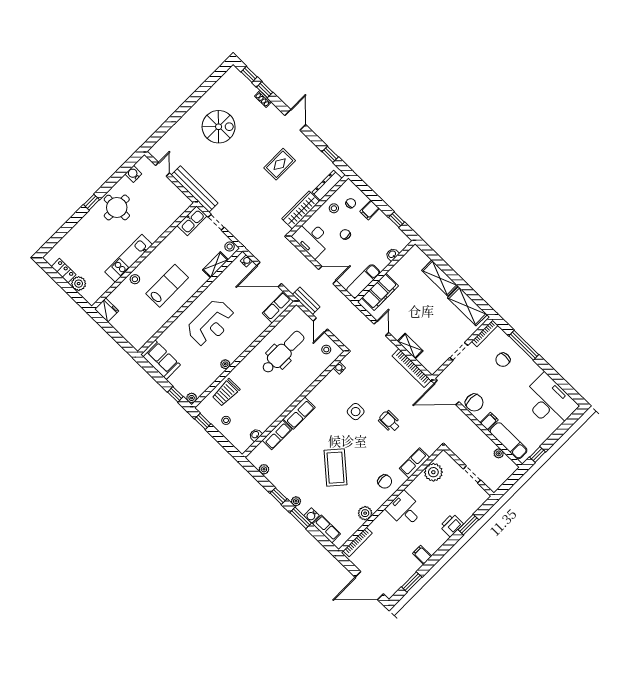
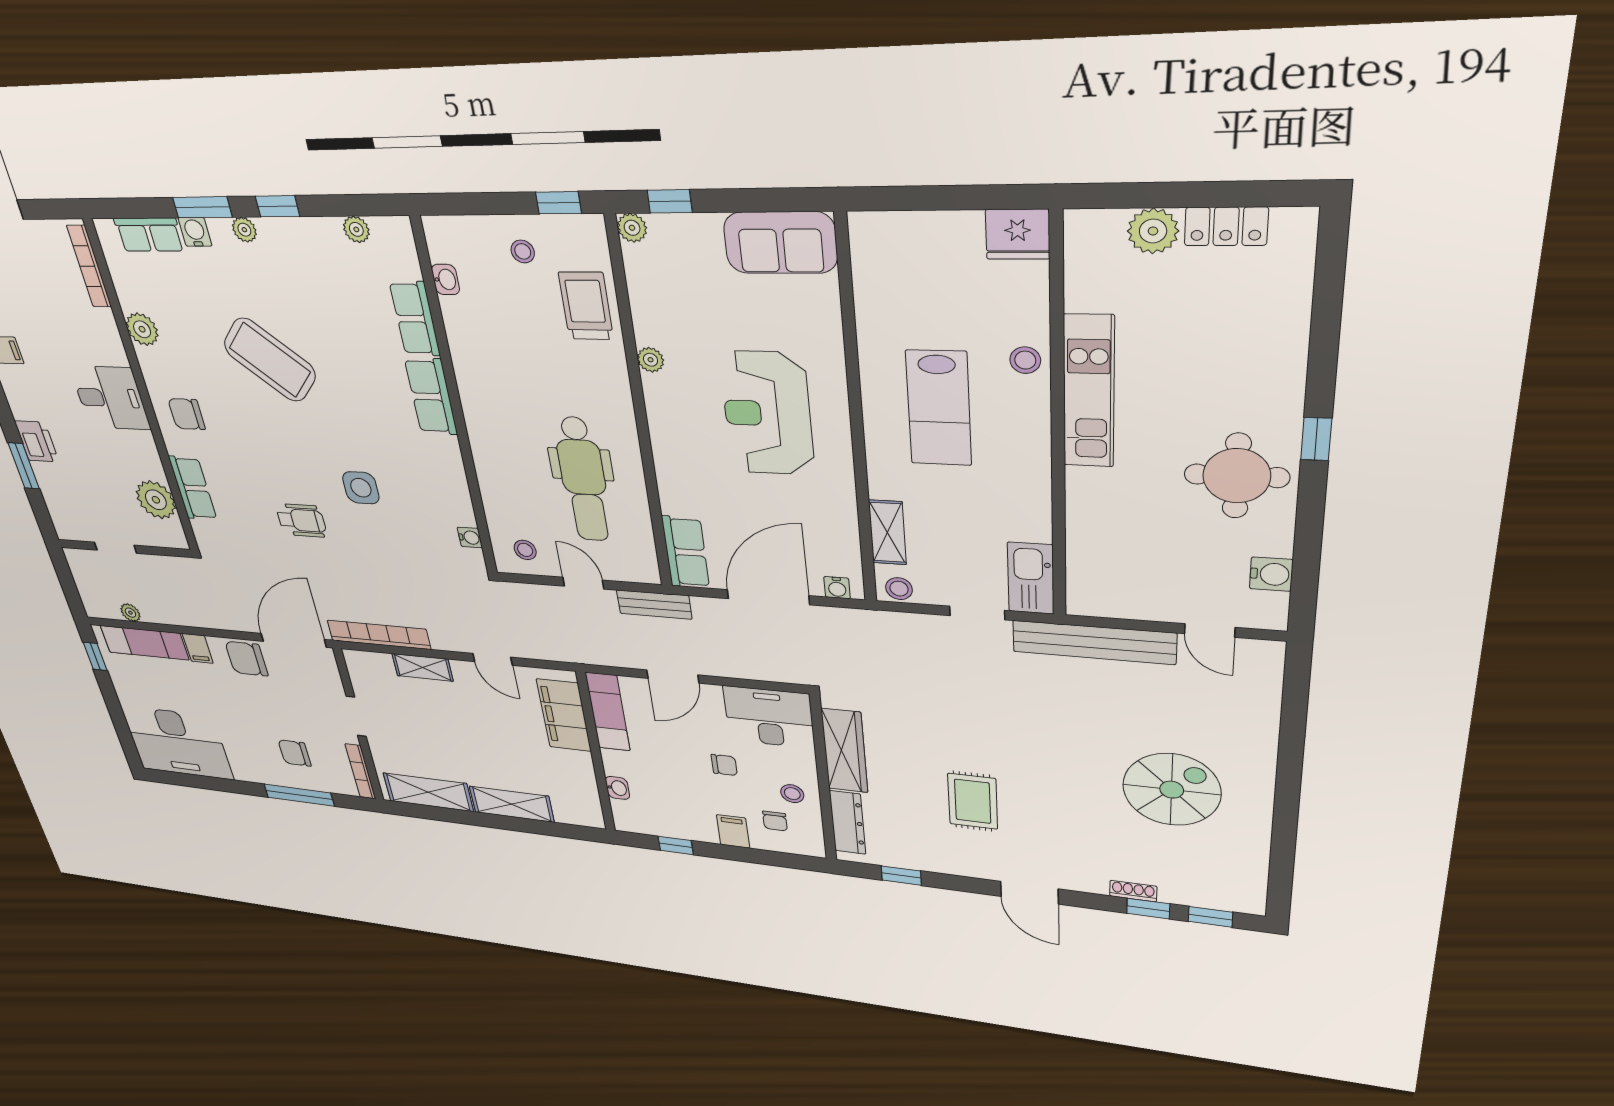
spiral stairs: (219, 127) -> (1172, 790), turned 180
chair: (503, 360) -> (295, 753), turned -90

